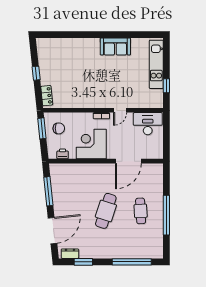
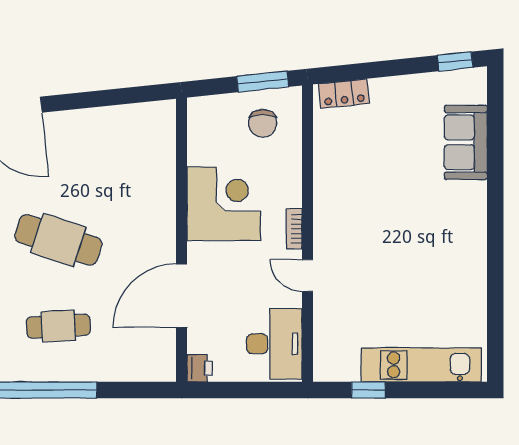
sofa: (115, 46) -> (466, 142), moved
window: (36, 73) -> (455, 61), moved
printer: (63, 154) -> (199, 368), moved
door: (128, 161) -> (182, 296), hinge flipped
window: (48, 191) -> (107, 98), removed

